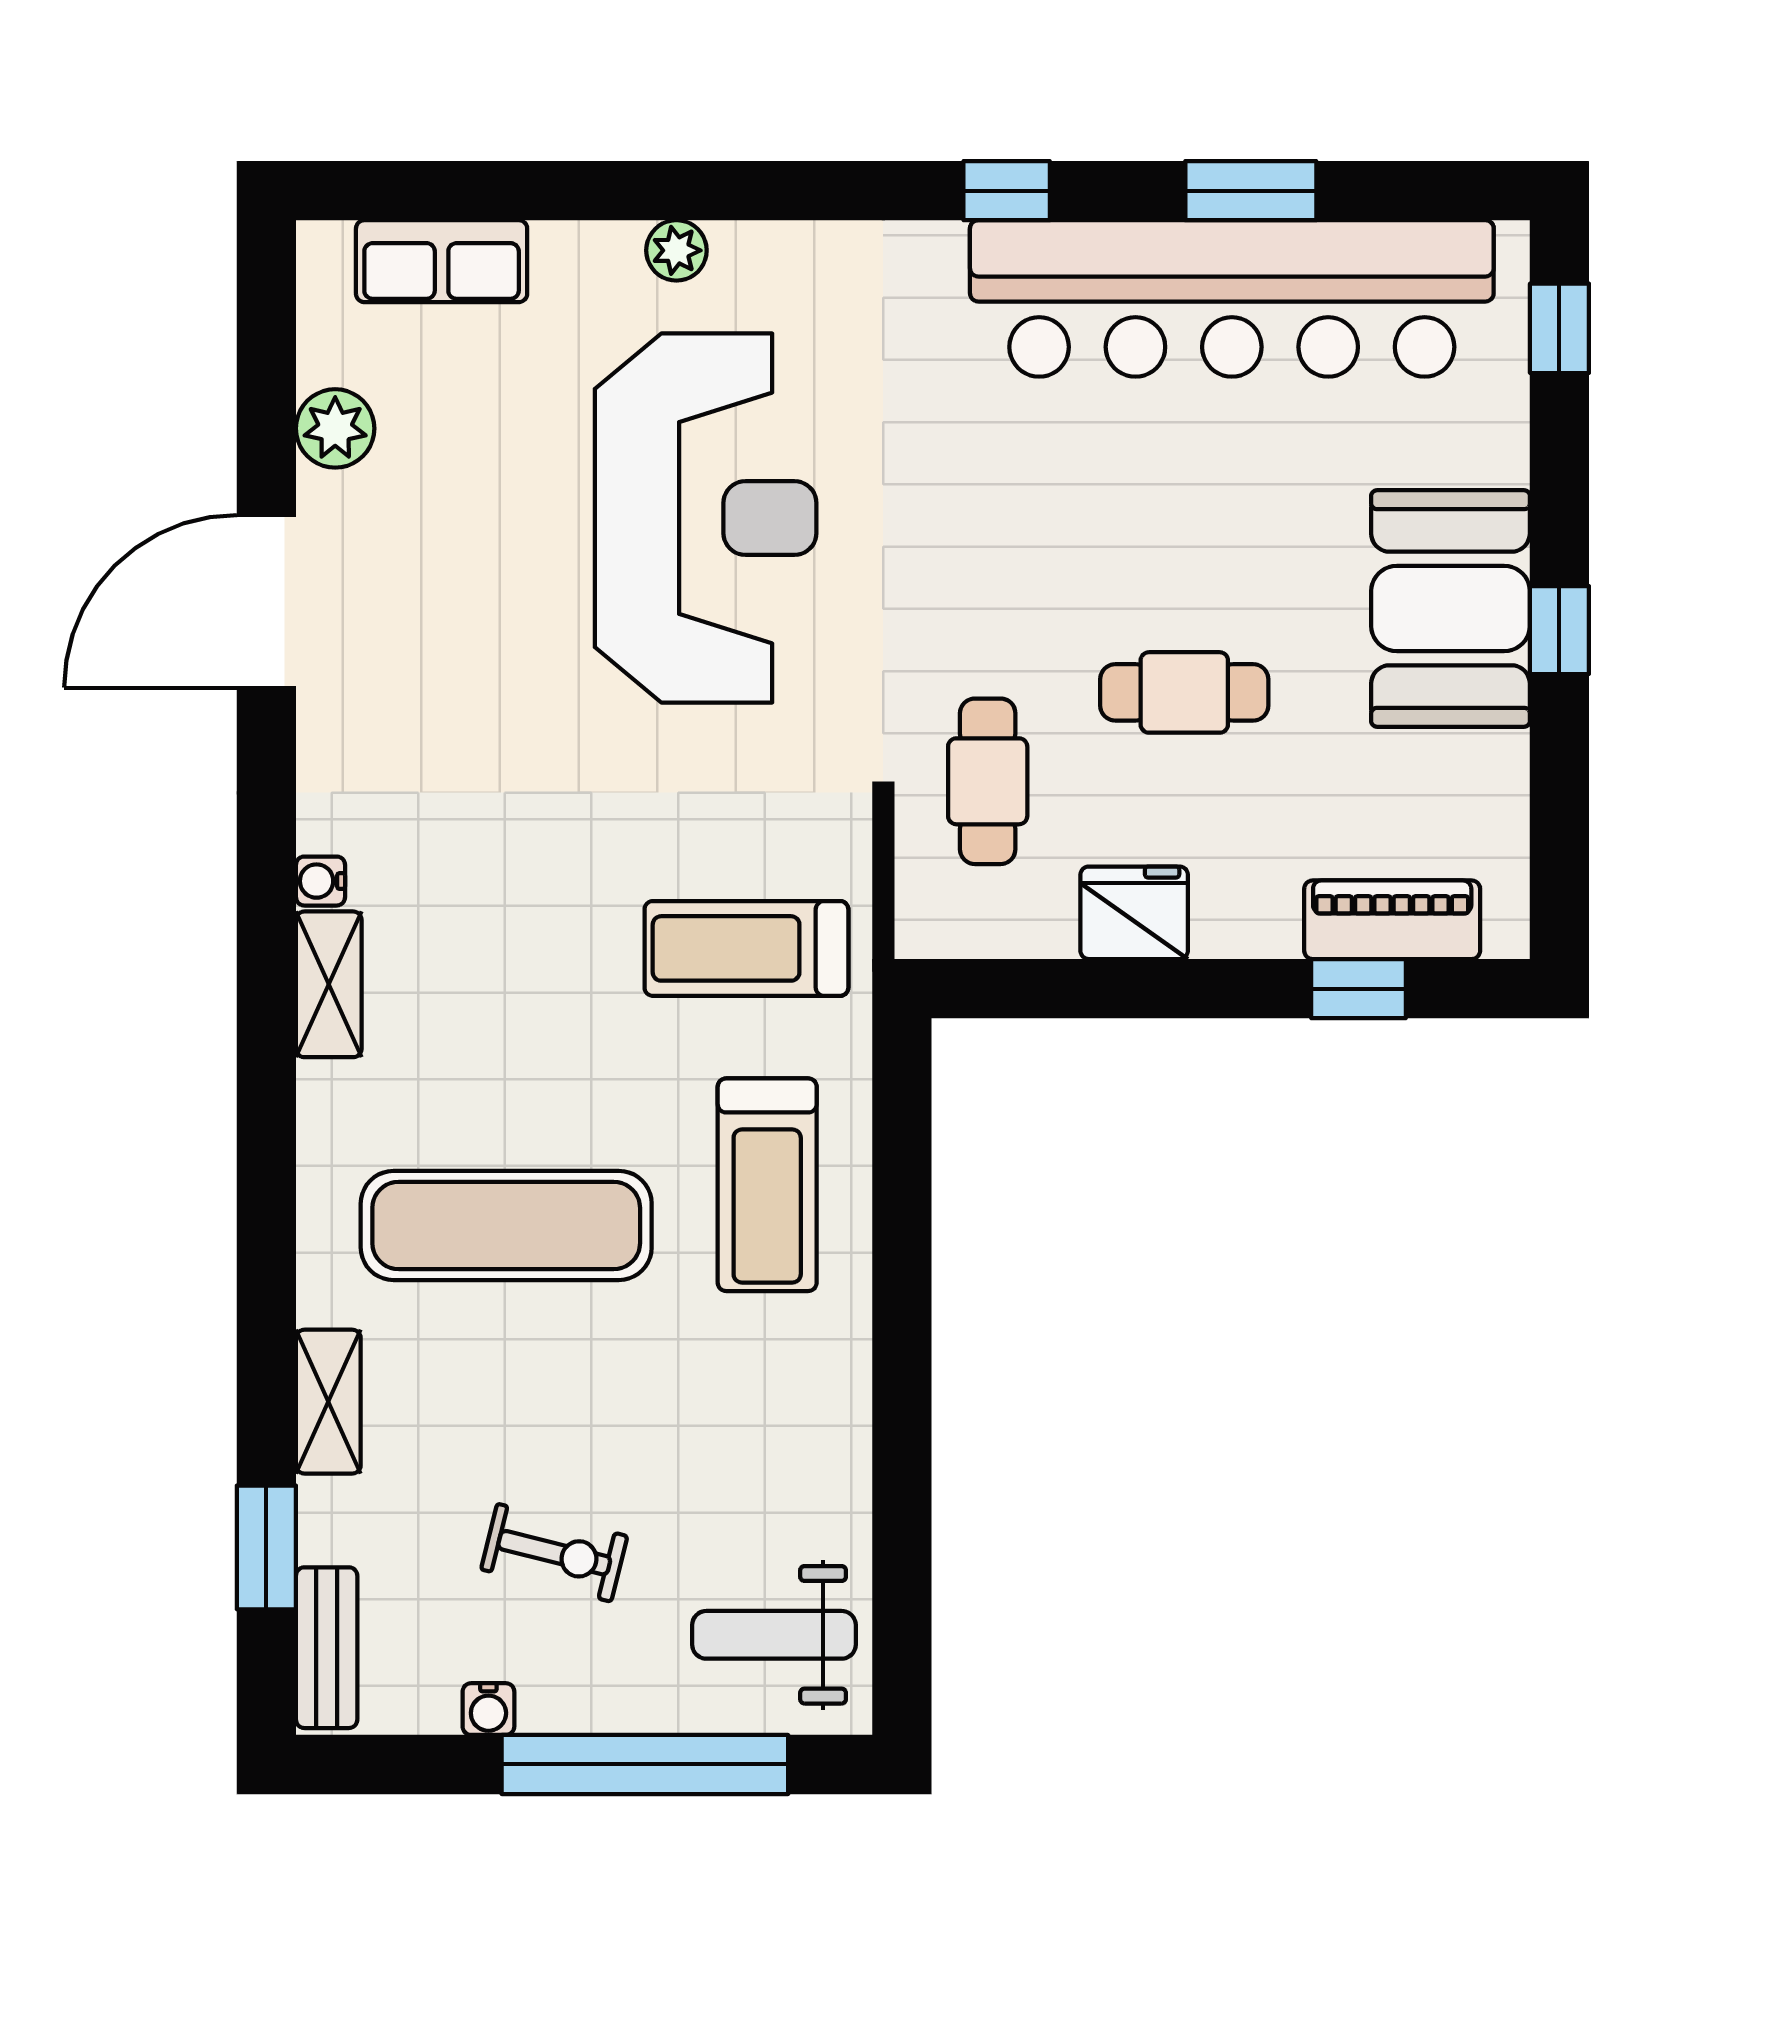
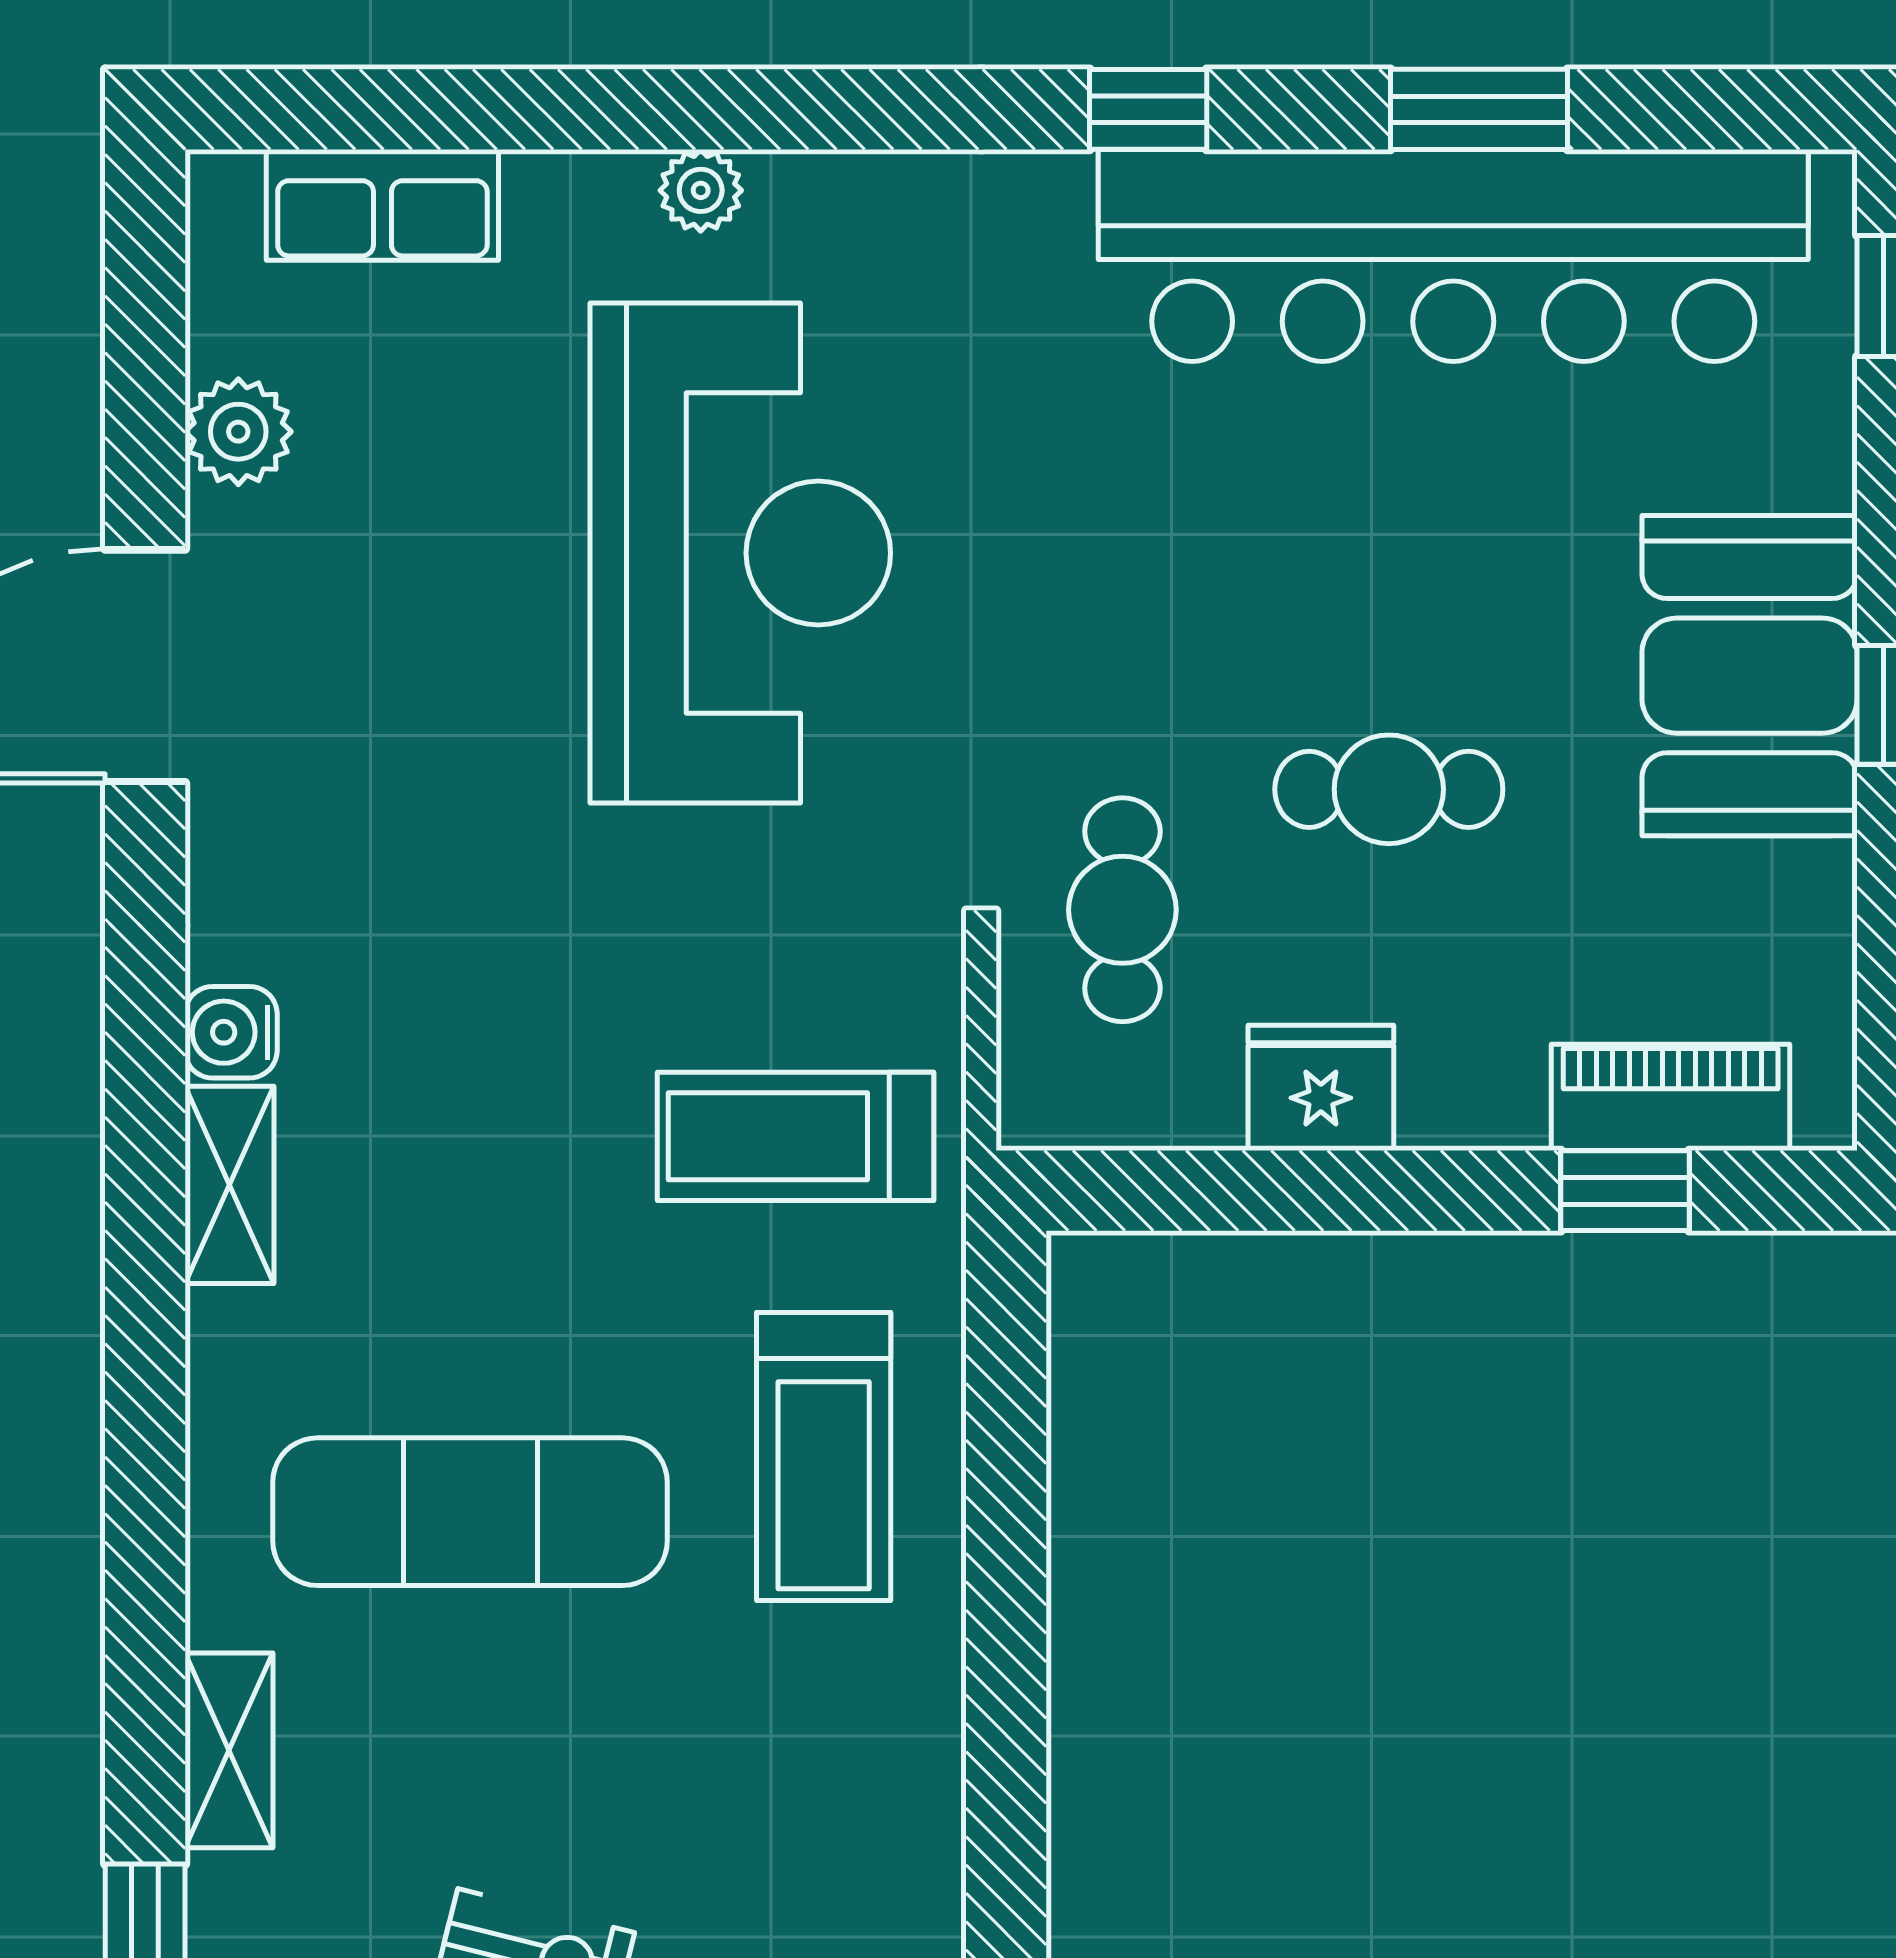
water cooler: (320, 881) -> (231, 1032), width x1.38, depth x1.38

